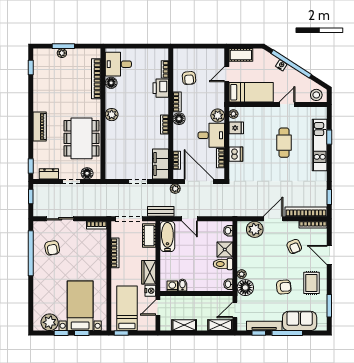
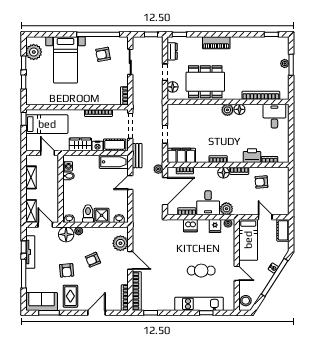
floor lamp: (111, 83) -> (239, 109), moved
armchair: (294, 246) -> (93, 260), moved
rug: (311, 283) -> (70, 296), turned 90
nightstand: (150, 291) -> (98, 146), moved
bed with nightstands: (80, 306) -> (65, 60), moved, turned 90
sofa: (300, 321) -> (42, 302), moved, turned -90

